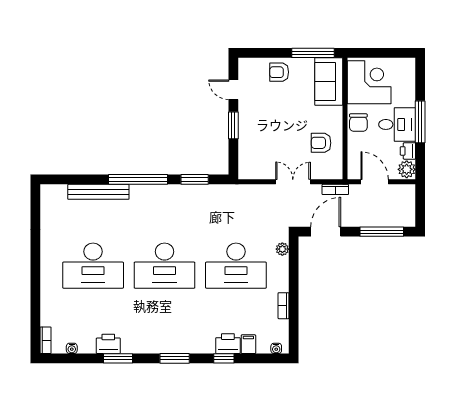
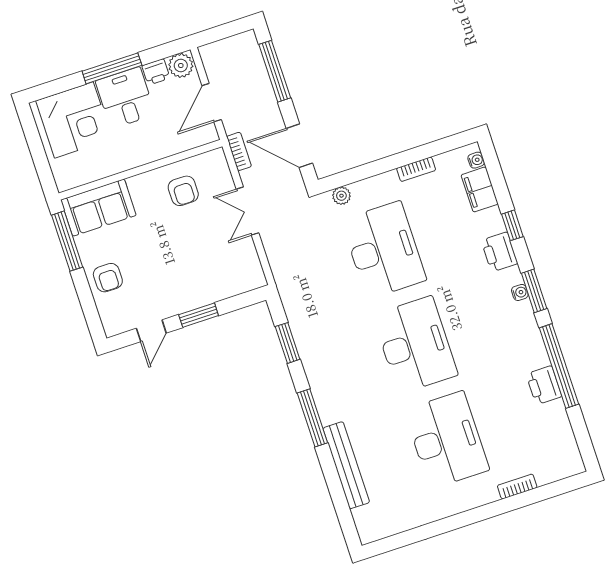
corner desk: (369, 82) -> (74, 120), moved, turned 180
chair: (358, 123) -> (140, 150), removed
window: (138, 179) -> (312, 418), width x0.68
bookcase: (46, 340) -> (517, 487), moved
printer: (228, 344) -> (499, 252), moved
filing cabinet: (248, 344) -> (480, 189), width x2.00
water cooler: (72, 348) -> (520, 292), moved
window: (118, 358) -> (559, 366), width x2.11

